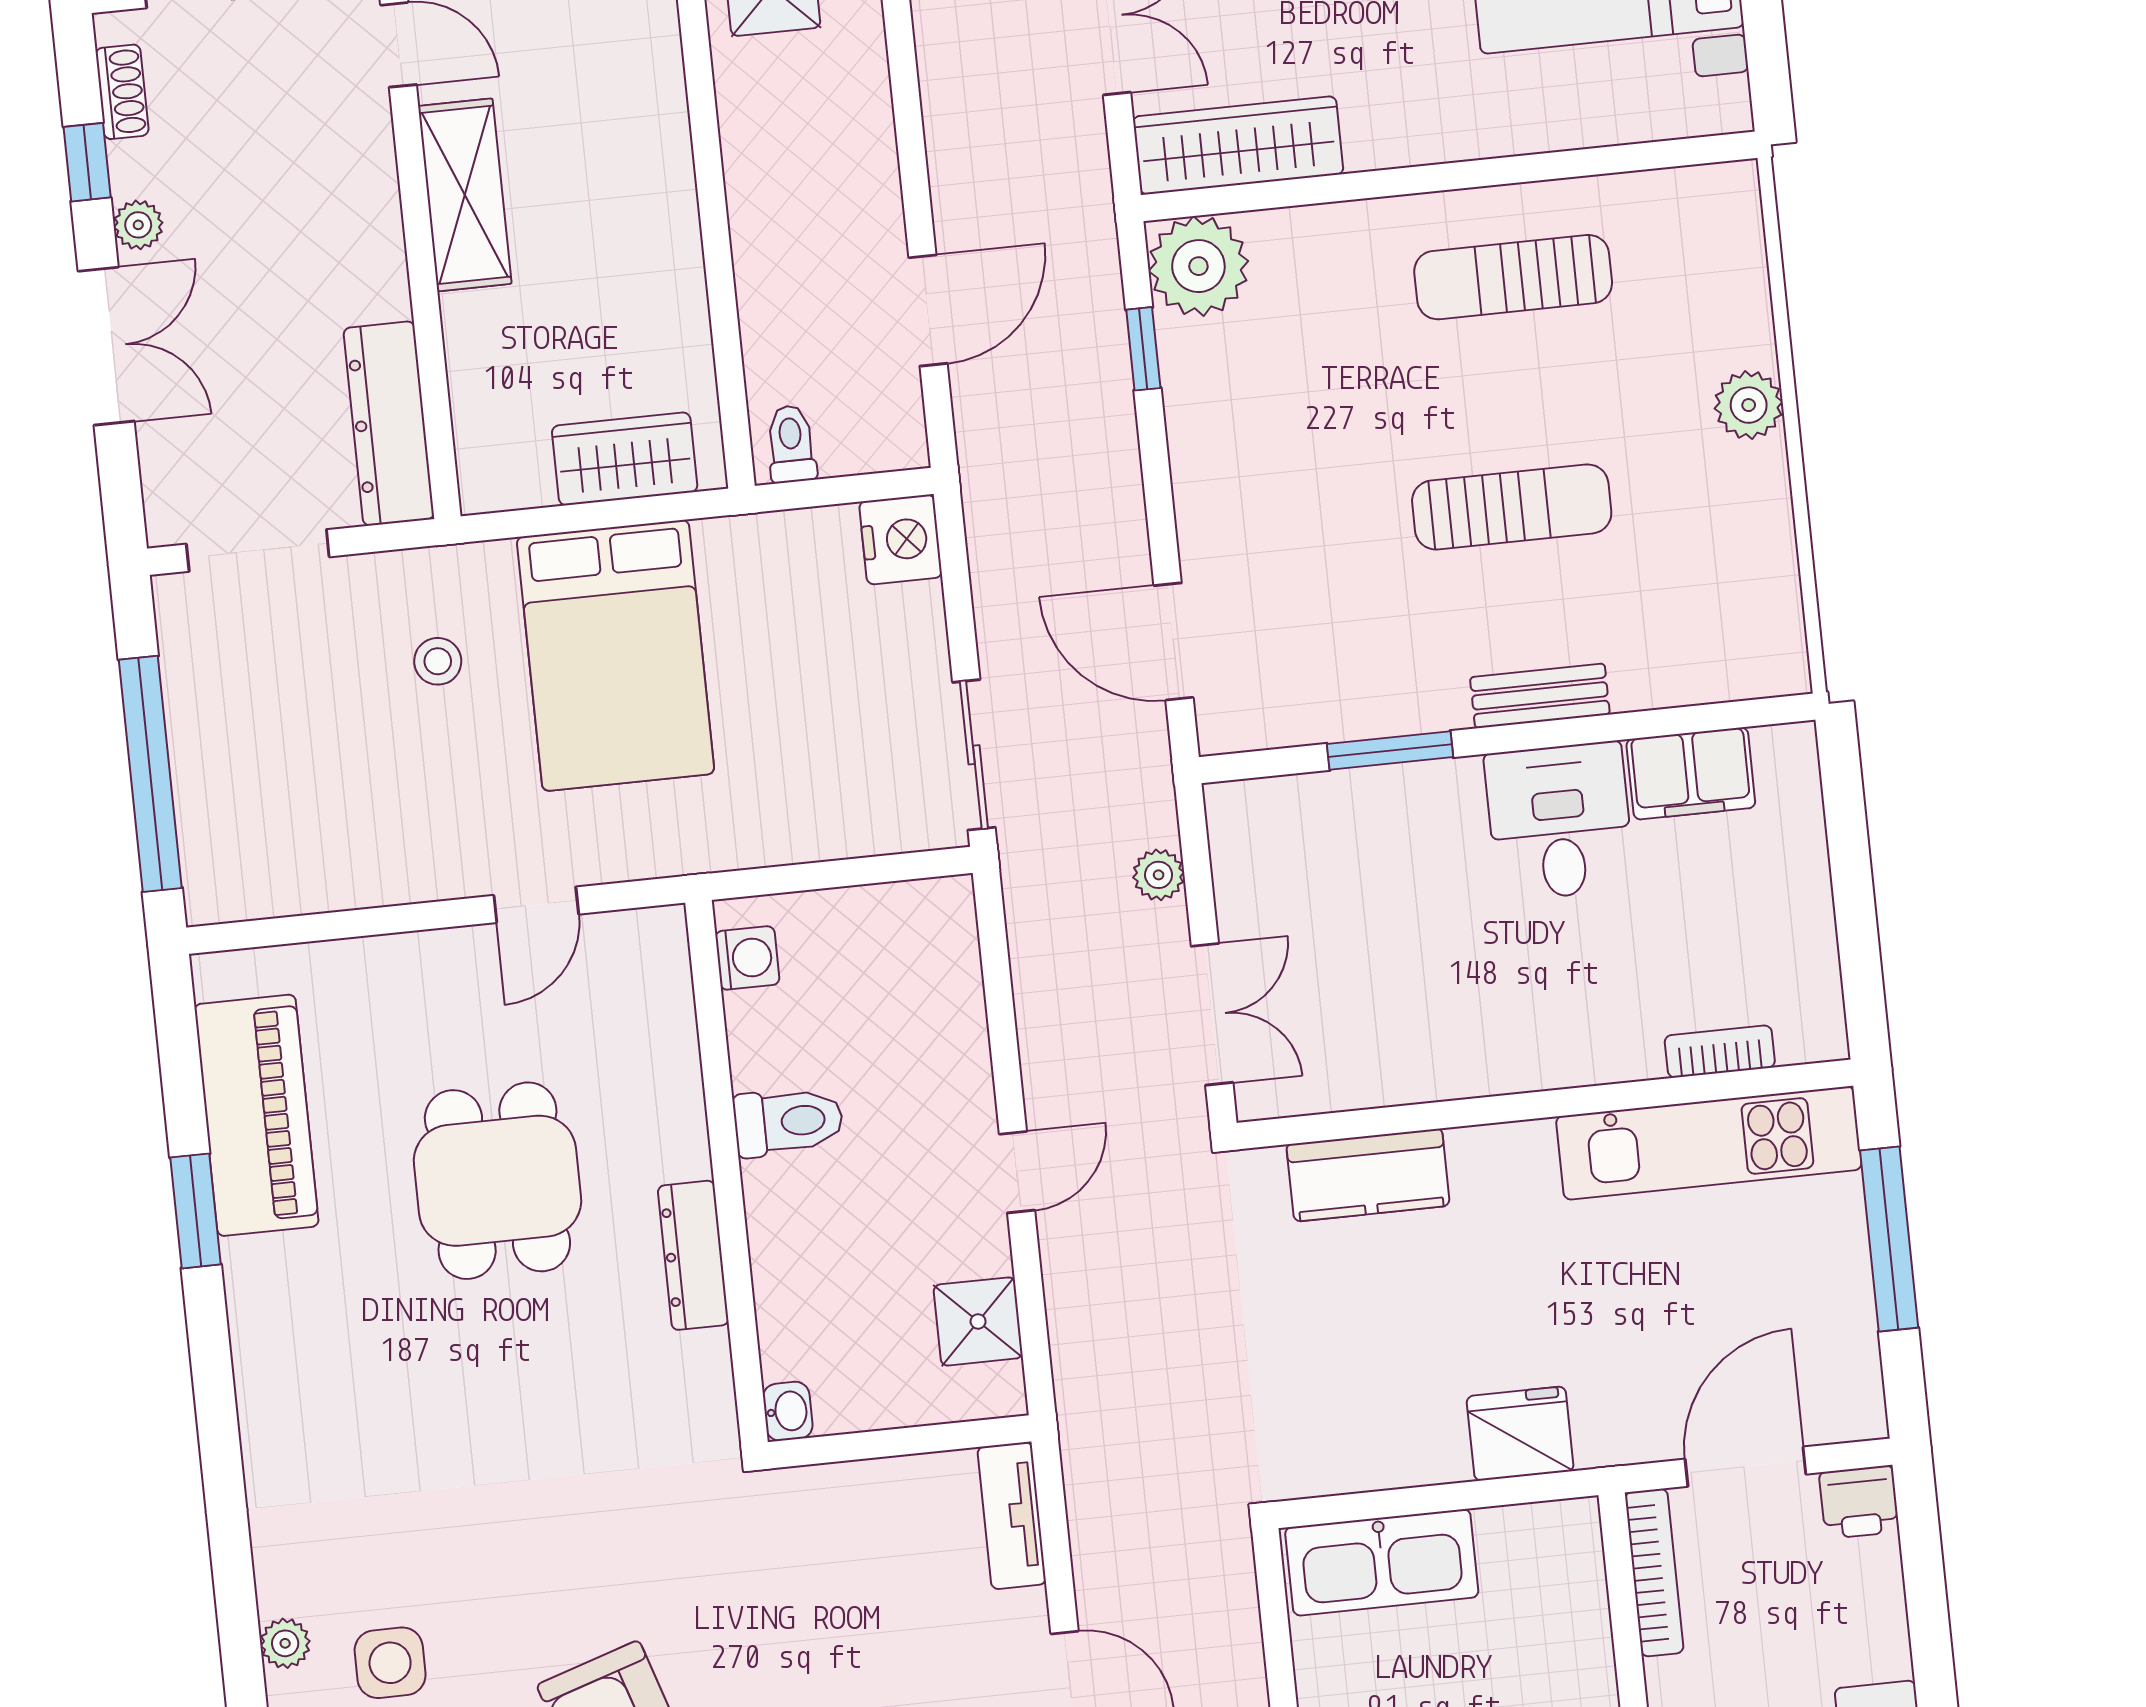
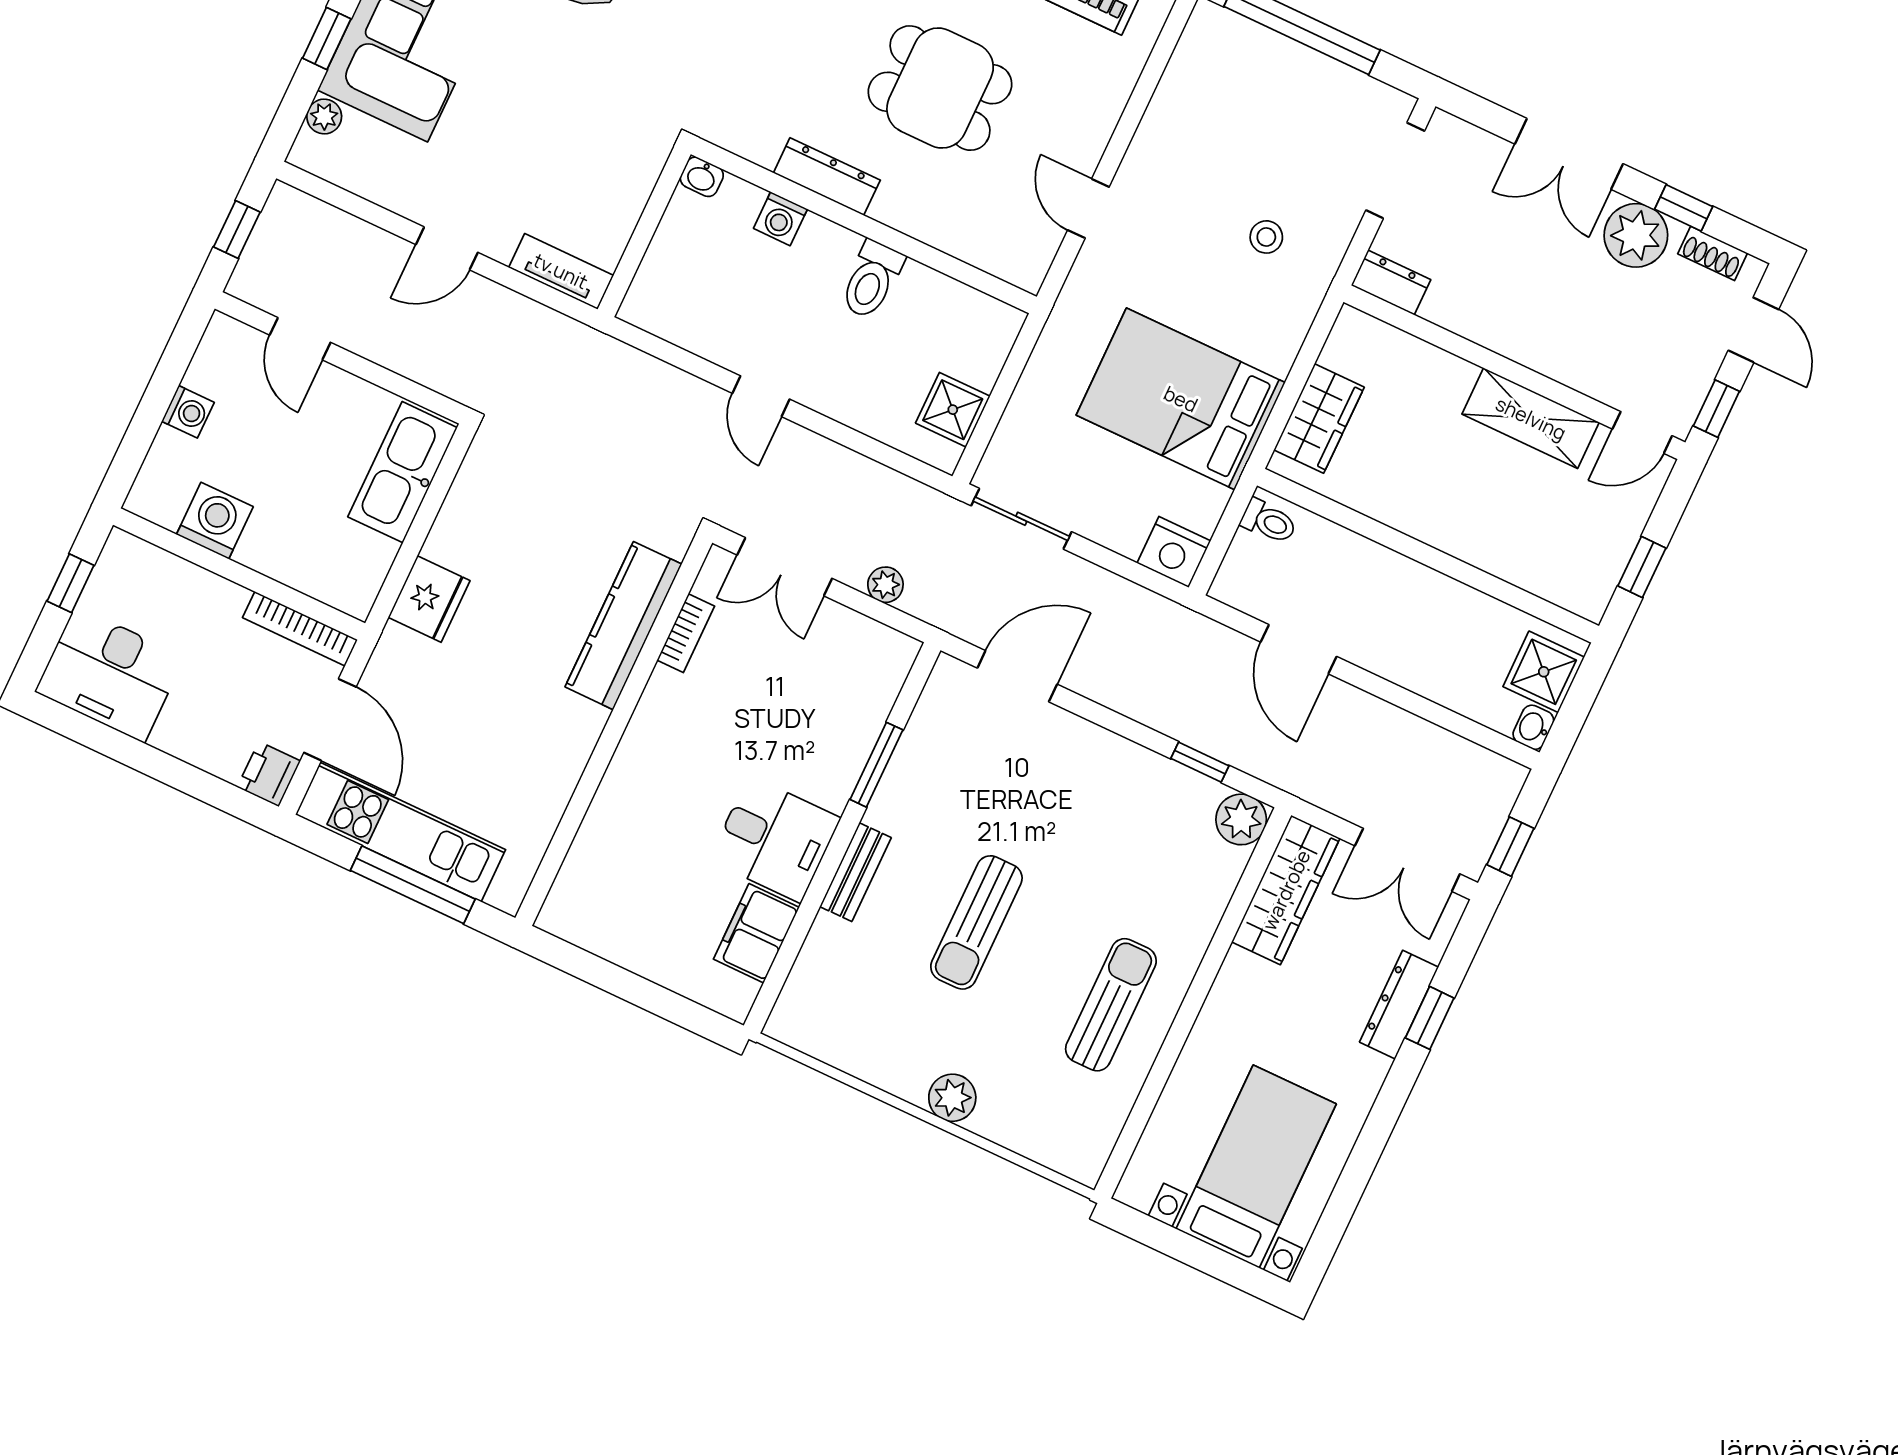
plant: (138, 225) -> (1636, 235), width x1.88, depth x1.88
plant: (1198, 266) -> (1241, 819), width x0.73, depth x0.73
dresser: (389, 424) -> (1391, 283), width x0.51, depth x0.80
bed: (616, 655) -> (1181, 399), moved
washing machine: (747, 958) -> (780, 219), moved
bookcase: (1720, 1051) -> (686, 633), moved
kitchen unit: (1709, 1143) -> (400, 832), moved, turned 90
kitchen counter: (1368, 1175) -> (623, 626), width x1.50
shower: (978, 1321) -> (953, 410), moved

